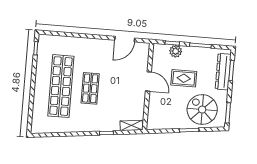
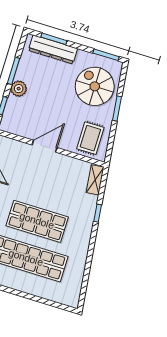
plant: (176, 51) -> (19, 89), moved
rug: (184, 78) -> (90, 138), moved
shop shelf: (90, 88) -> (37, 221), width x1.43, depth x1.36
spiral stairs: (202, 110) -> (95, 86), turned 90

